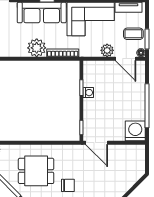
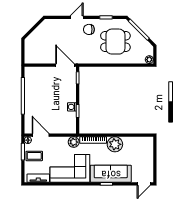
plant: (107, 50) -> (74, 142), moved
washing machine: (135, 131) -> (33, 75), removed

